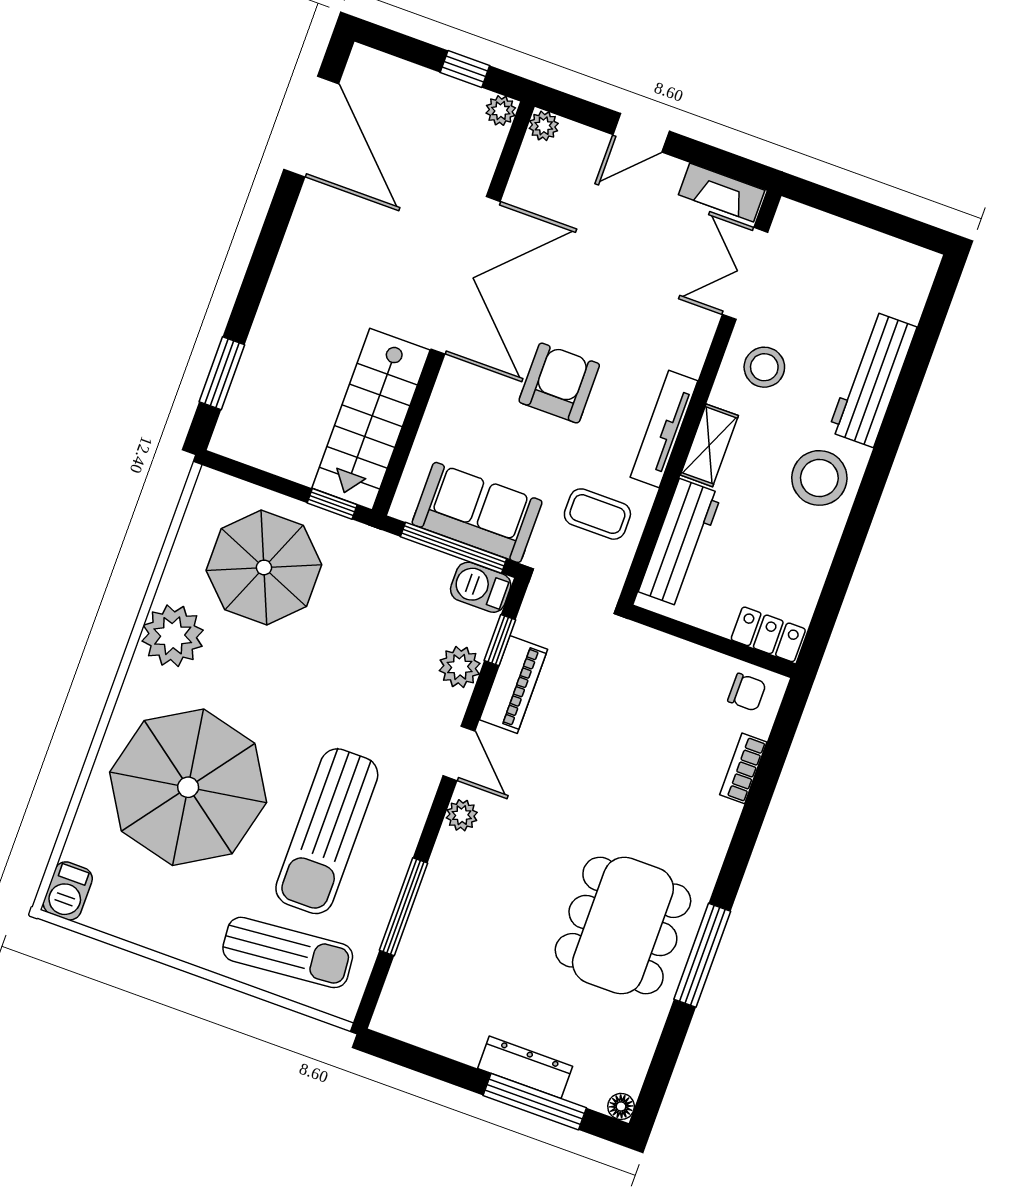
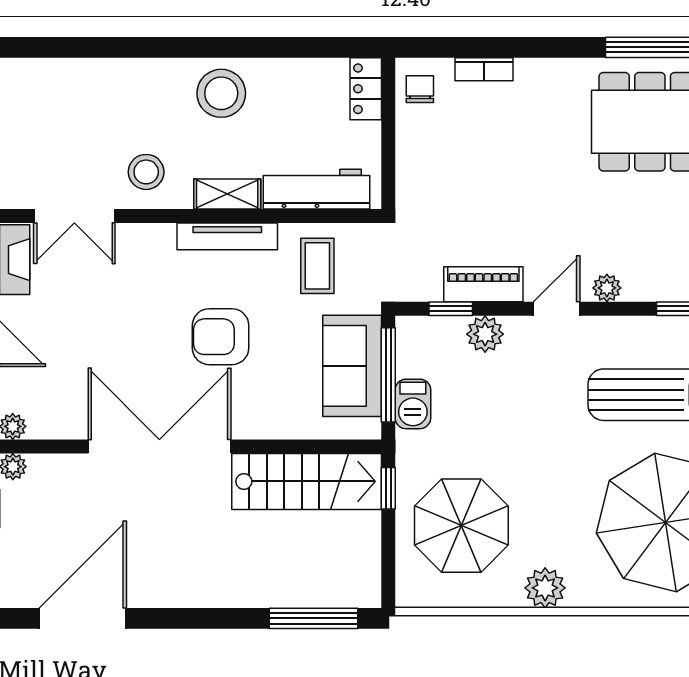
window: (222, 373) -> (313, 618), width x1.44
workbench: (873, 379) -> (124, 79), removed
barbecue: (481, 587) -> (413, 404), moved
plant: (173, 636) -> (545, 588), width x0.73, depth x0.73

